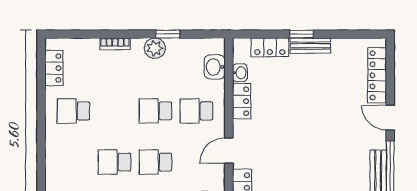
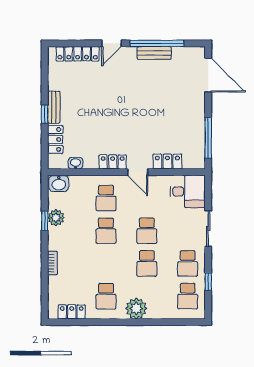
plant: (155, 48) -> (56, 218), moved
washbasin: (215, 67) -> (59, 183), moved
locker: (242, 101) -> (113, 162), moved
plant: (58, 149) -> (136, 308), added

